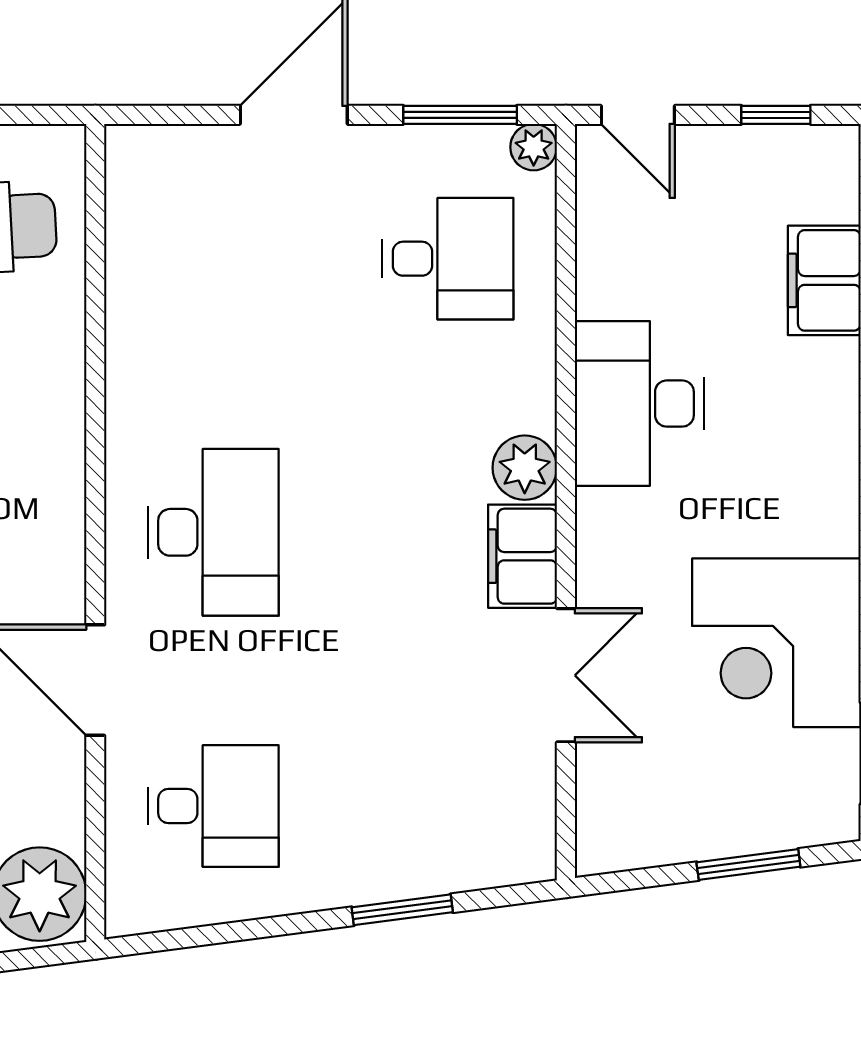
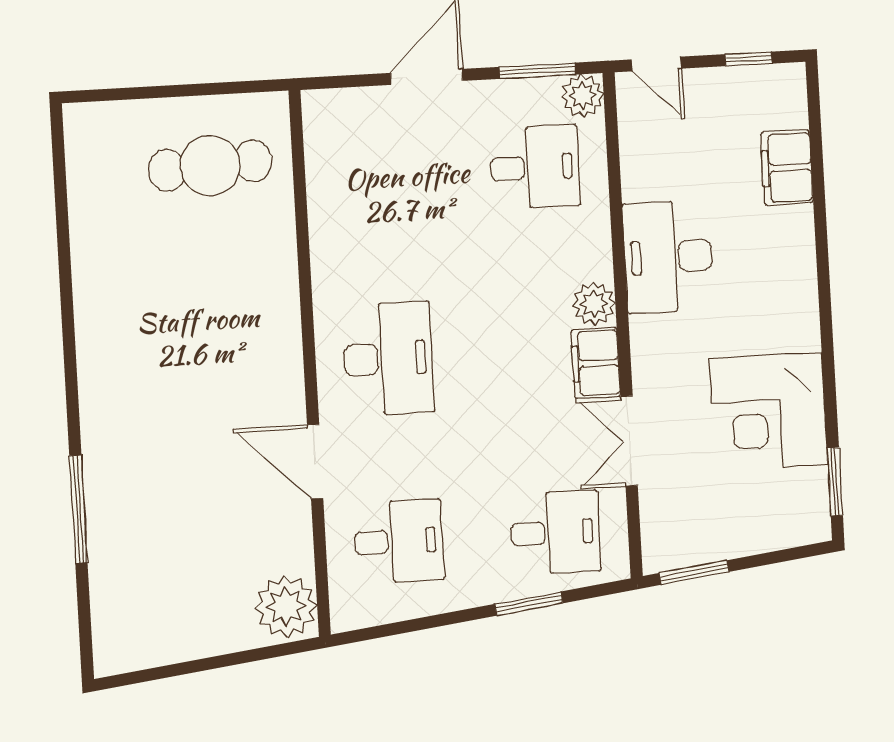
plant: (534, 147) -> (582, 96), width x1.38, depth x1.38
double door: (566, 675) -> (629, 441), swing flipped
desk: (448, 806) -> (555, 533), added
window: (748, 865) -> (694, 572), moved

